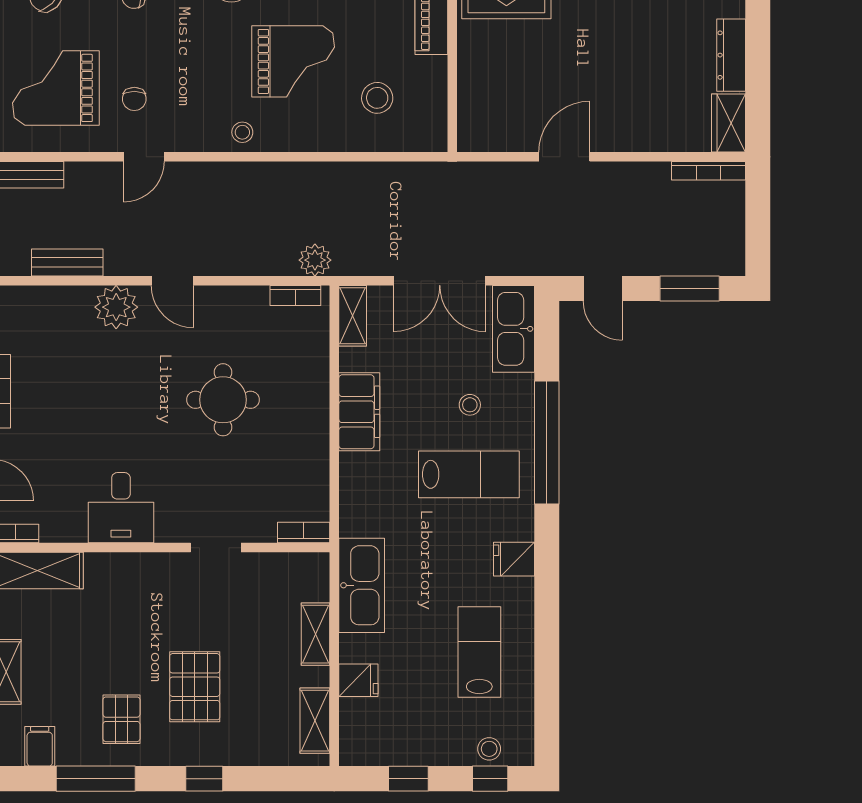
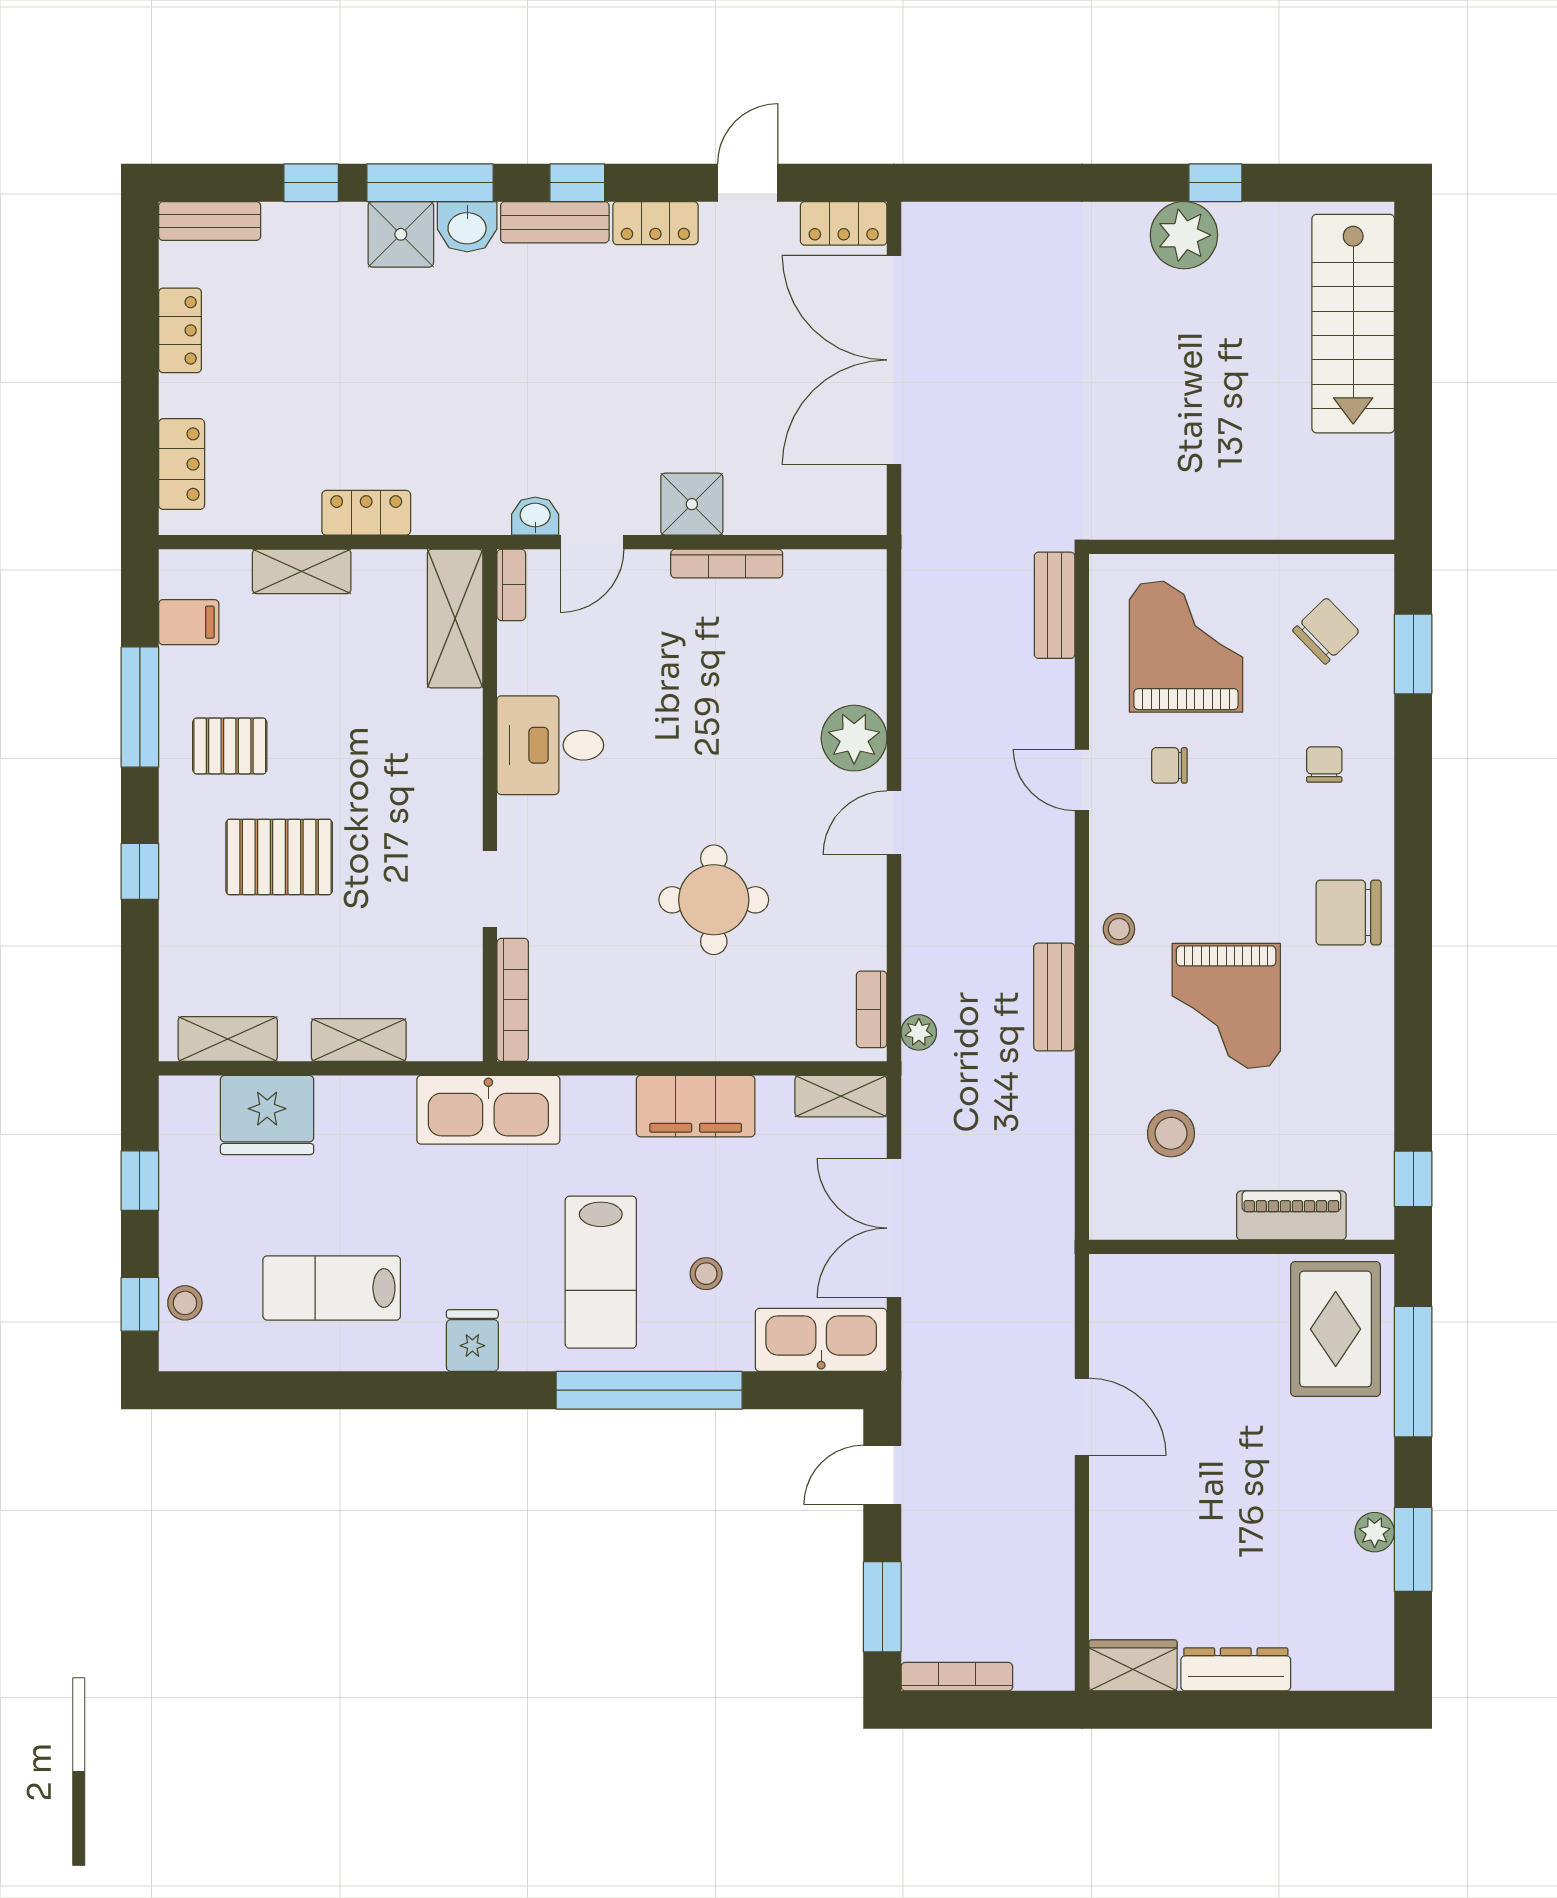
bookcase: (708, 171) -> (957, 1677), moved, turned 90
plant: (315, 260) -> (919, 1032), width x0.73, depth x0.73
bench: (67, 263) -> (1054, 997), moved
bookcase: (304, 532) -> (513, 1000), width x1.56
kitchen sink: (362, 585) -> (488, 1110), moved
lab bench: (479, 652) -> (332, 1288), turned 180
fridge: (358, 680) -> (267, 1115), width x1.88, depth x1.34

